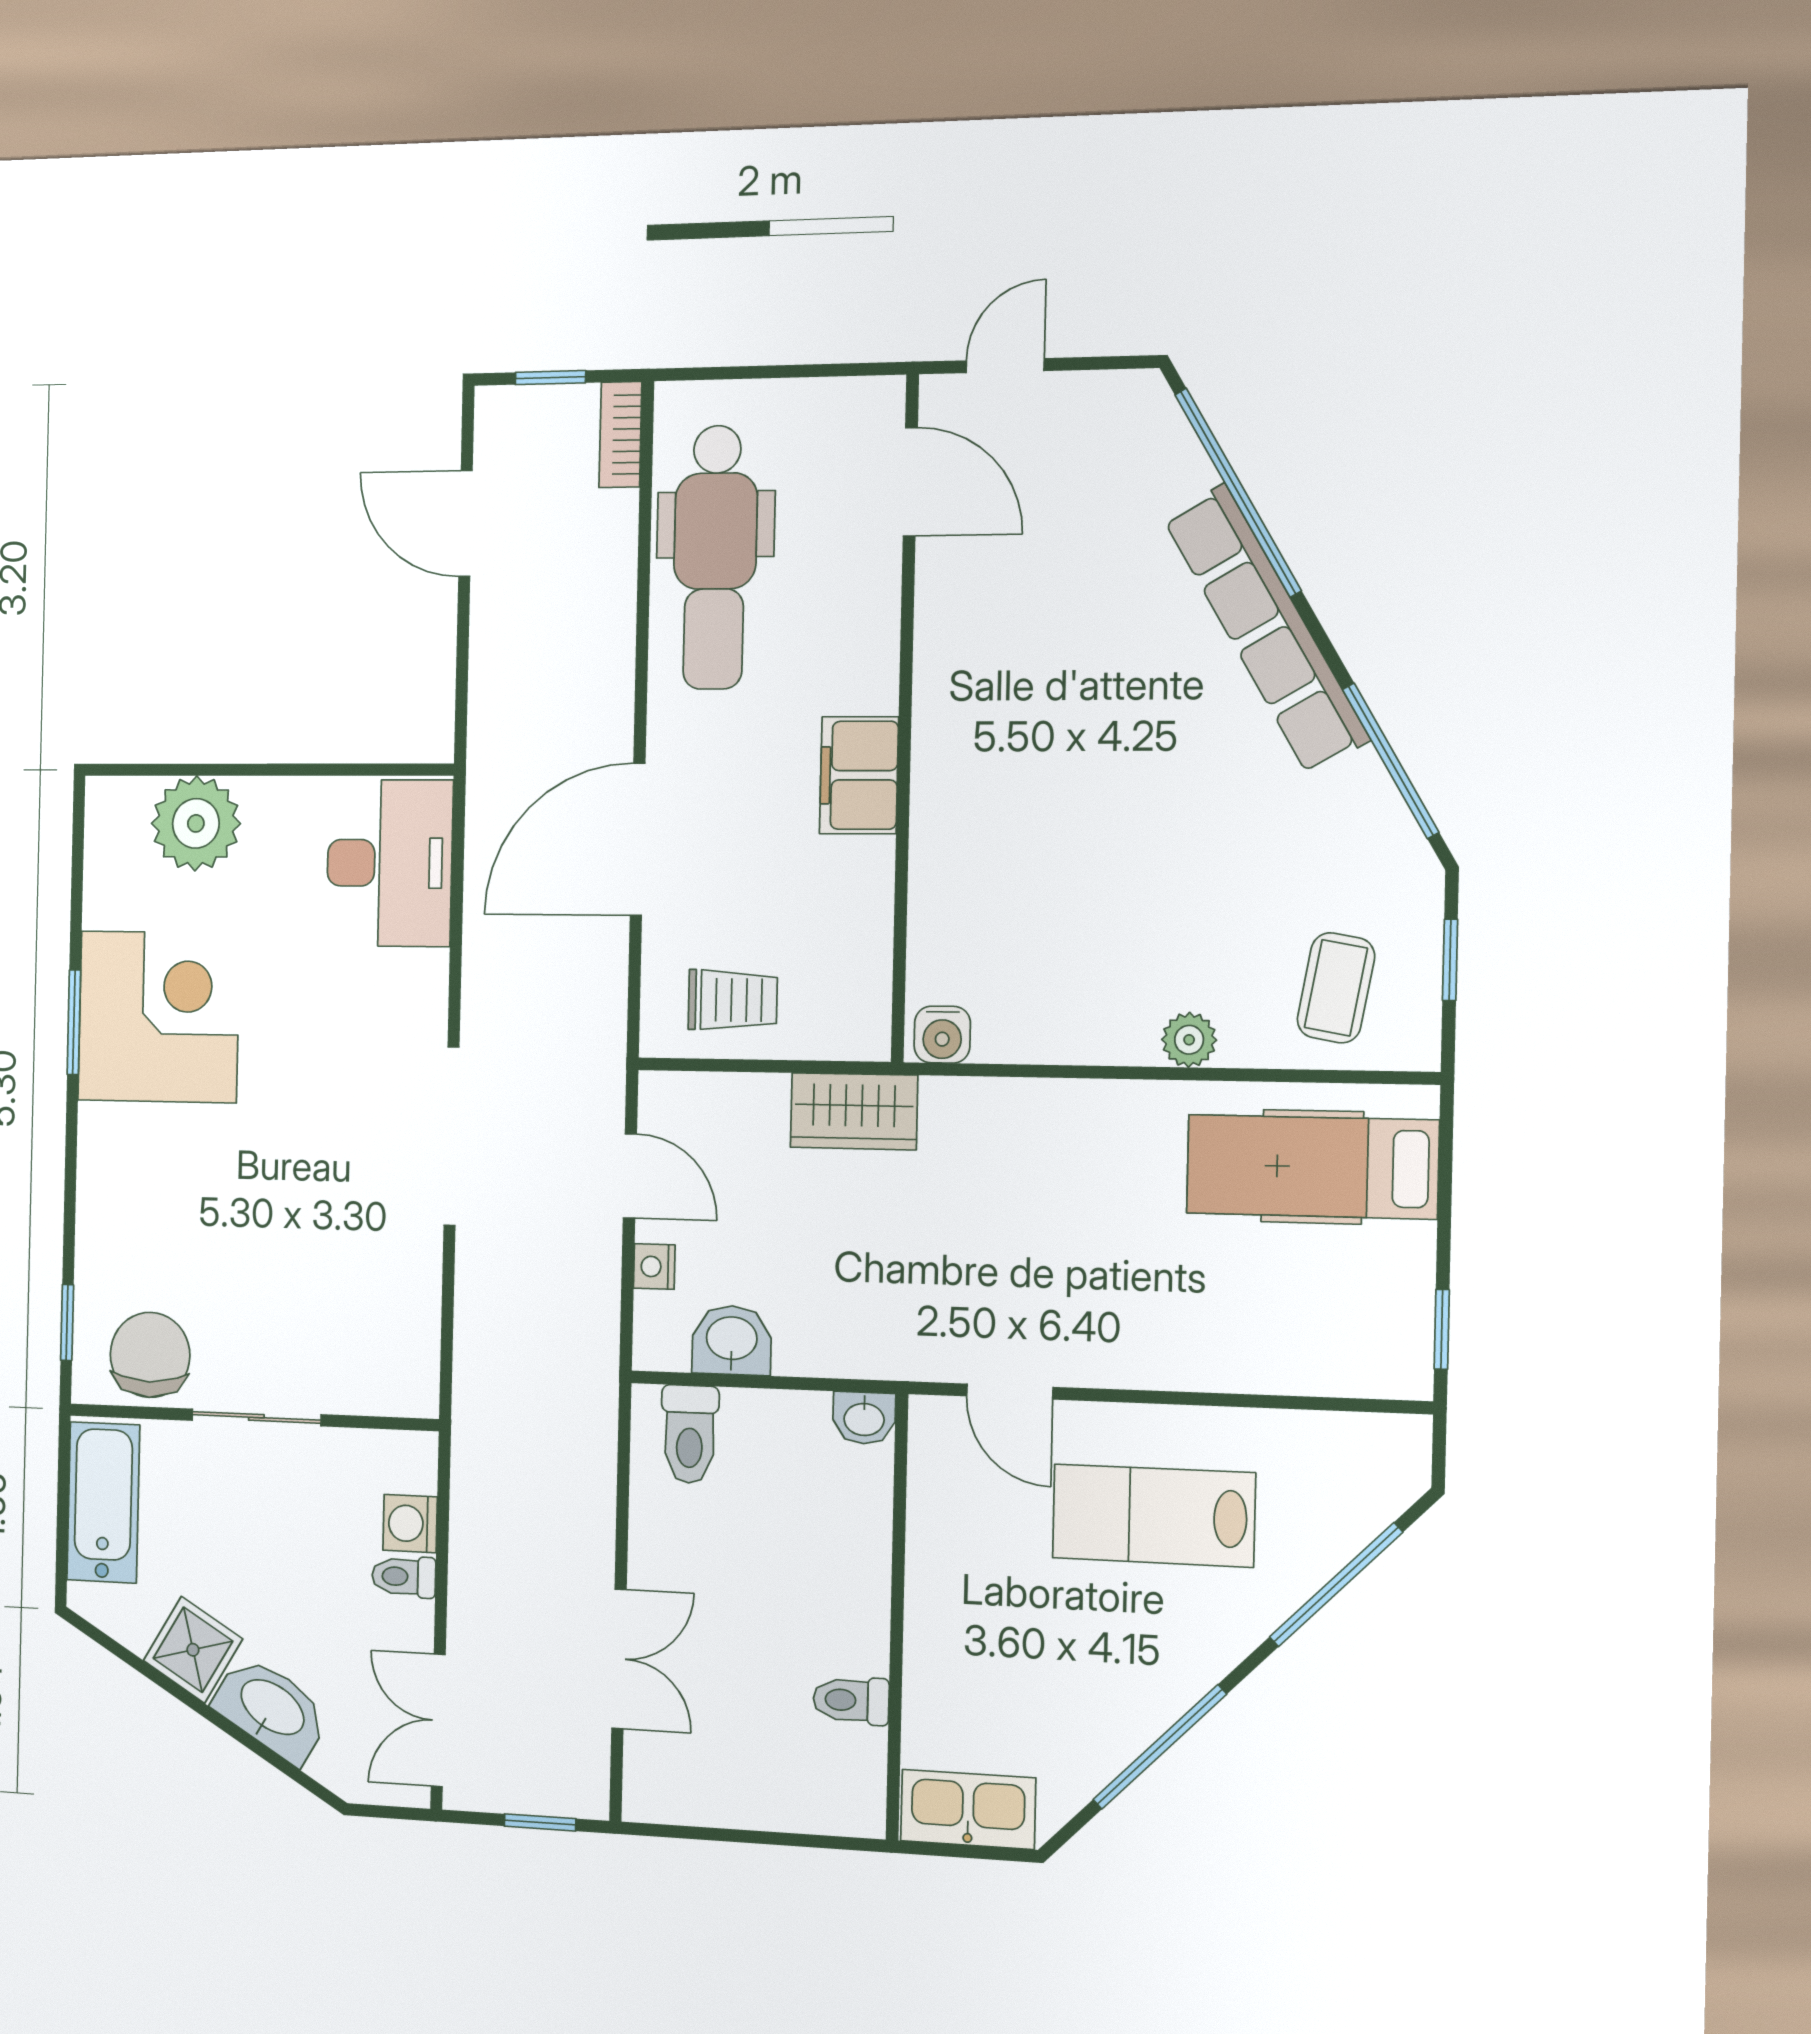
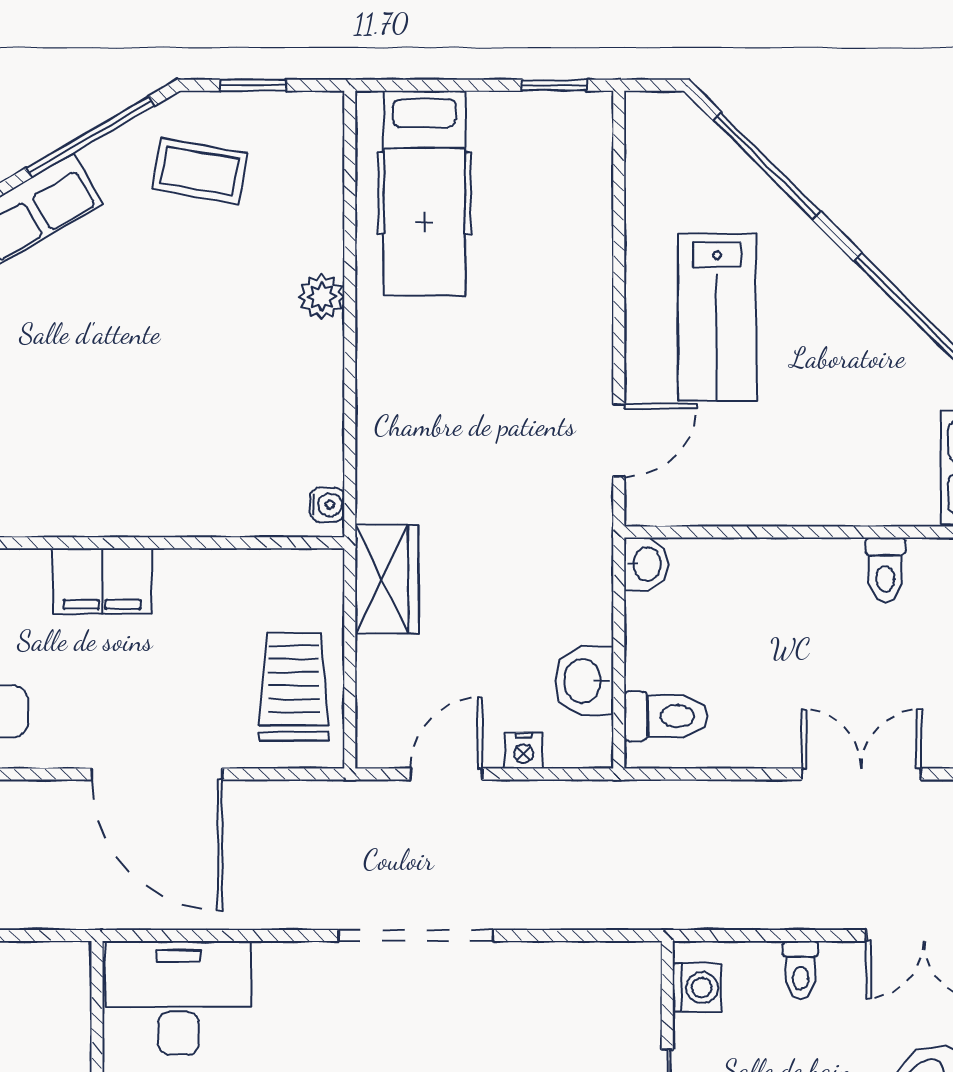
coffee table: (1336, 988) -> (200, 171), moved
trolley: (733, 1000) -> (294, 687), width x1.36, depth x1.39
water cooler: (942, 1035) -> (327, 505), width x0.72, depth x0.72
washing machine: (410, 1524) -> (697, 988), moved, turned -90

